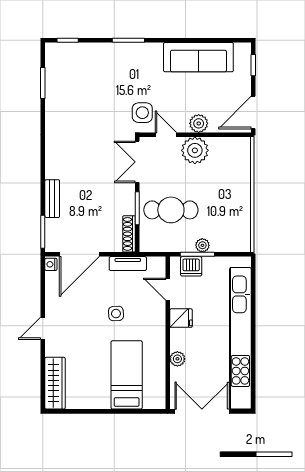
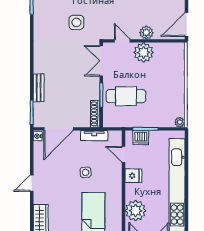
side table: (142, 113) -> (76, 22), moved
plant: (202, 245) -> (180, 122), moved
plant: (177, 359) -> (136, 211), width x1.88, depth x1.88

